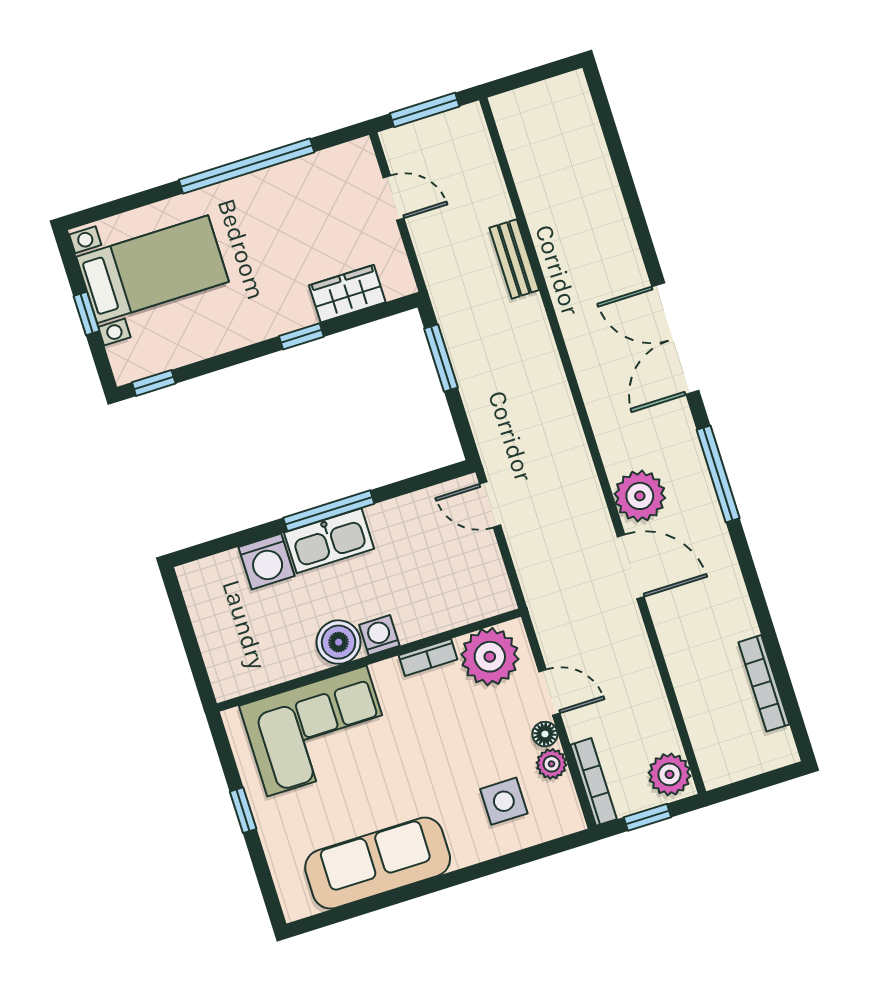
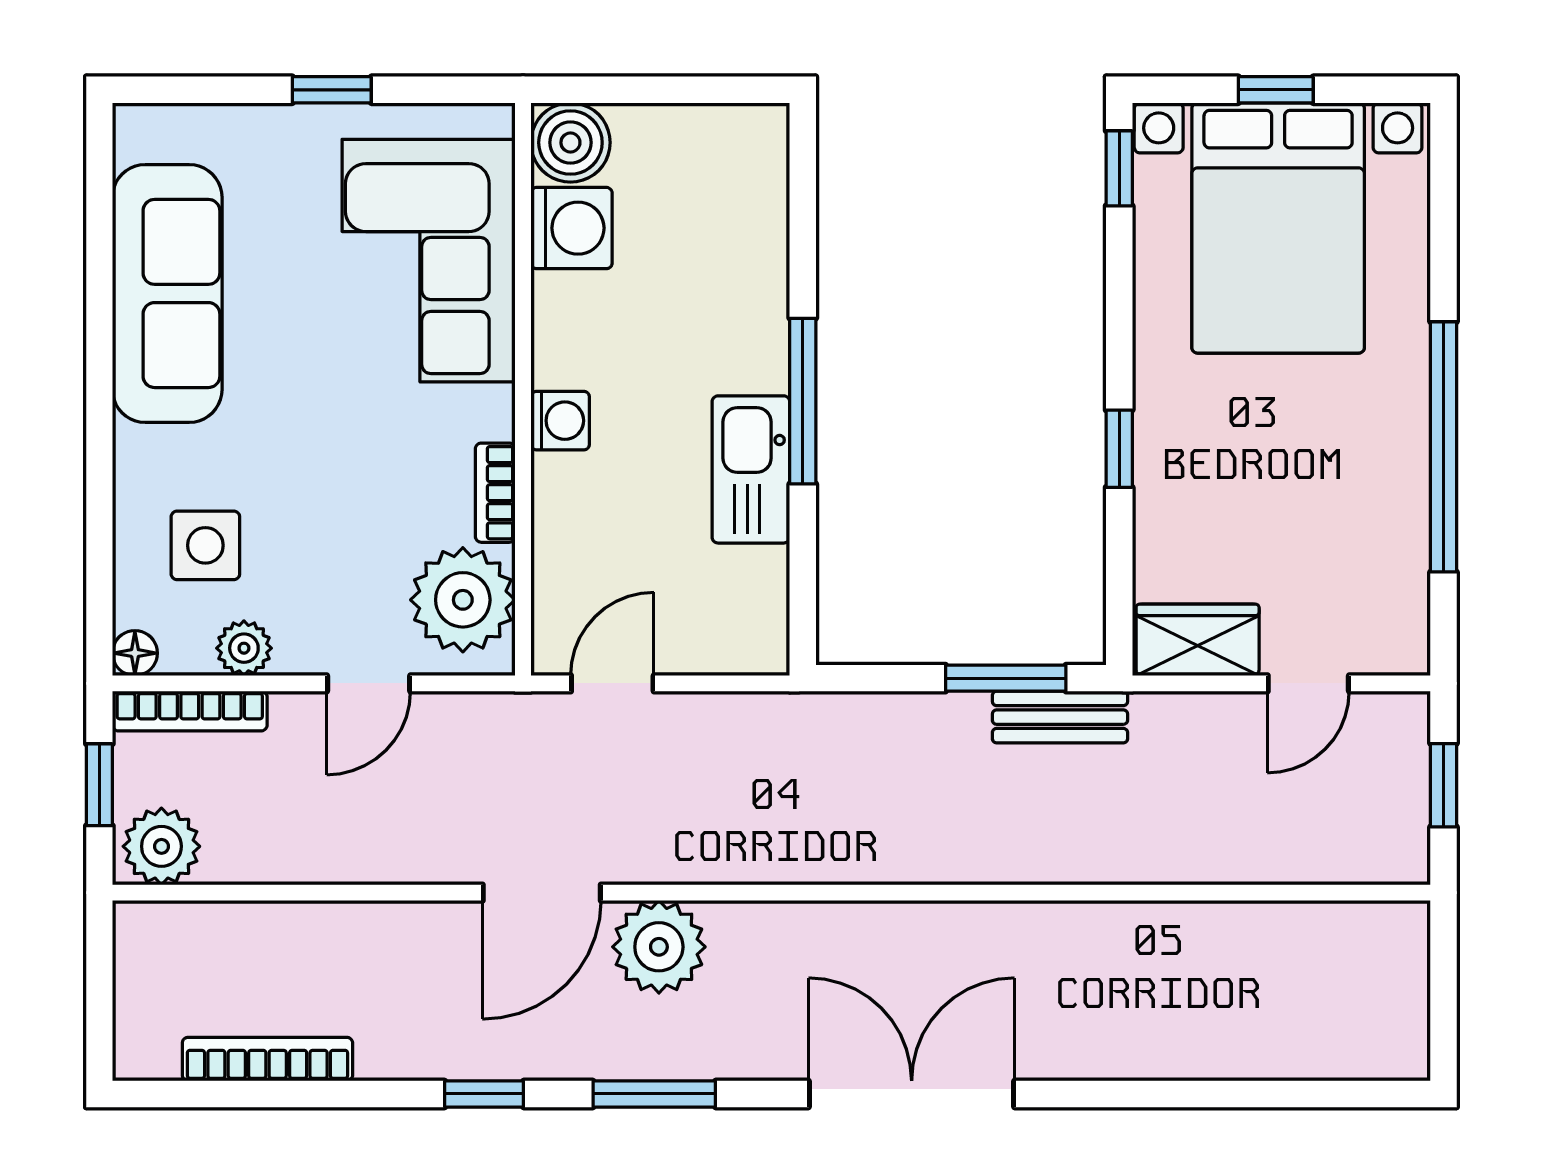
window: (425, 110) -> (1443, 785), width x0.67
bench: (514, 259) -> (1060, 717), moved
bed with nightstands: (152, 269) -> (1278, 228), width x1.36
wardrobe: (347, 294) -> (1198, 640), moved, turned -90
window: (718, 474) -> (654, 1094), width x0.69
door: (490, 505) -> (612, 683), moved
kitchen sink: (329, 541) -> (751, 469), moved
washing machine: (267, 562) -> (571, 228), moved, turned 180
window: (746, 564) -> (484, 1094), added
boiler: (339, 642) -> (570, 143), moved
floor lamp: (545, 734) -> (135, 653), moved

